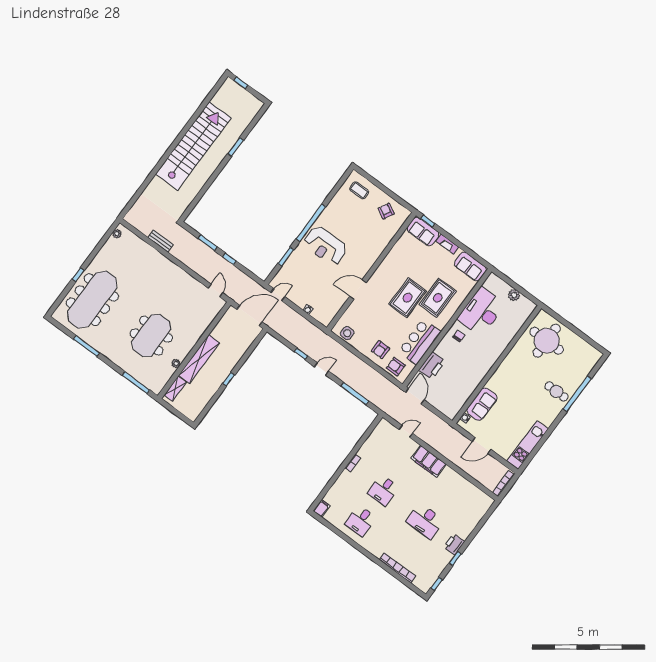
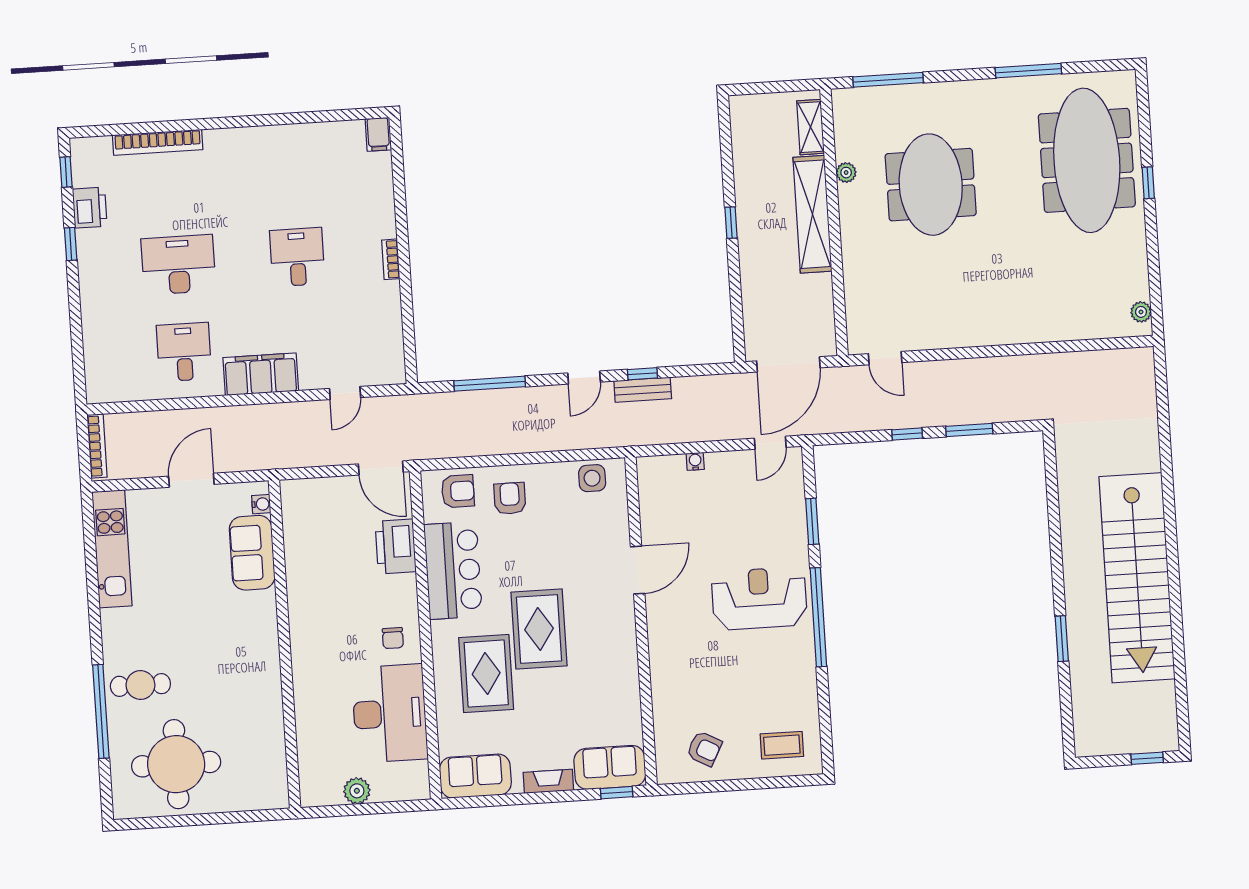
bench: (160, 241) -> (643, 390), moved
round table: (547, 341) -> (176, 764), moved
desk: (361, 521) -> (184, 352), moved
printer: (454, 544) -> (90, 208), moved

